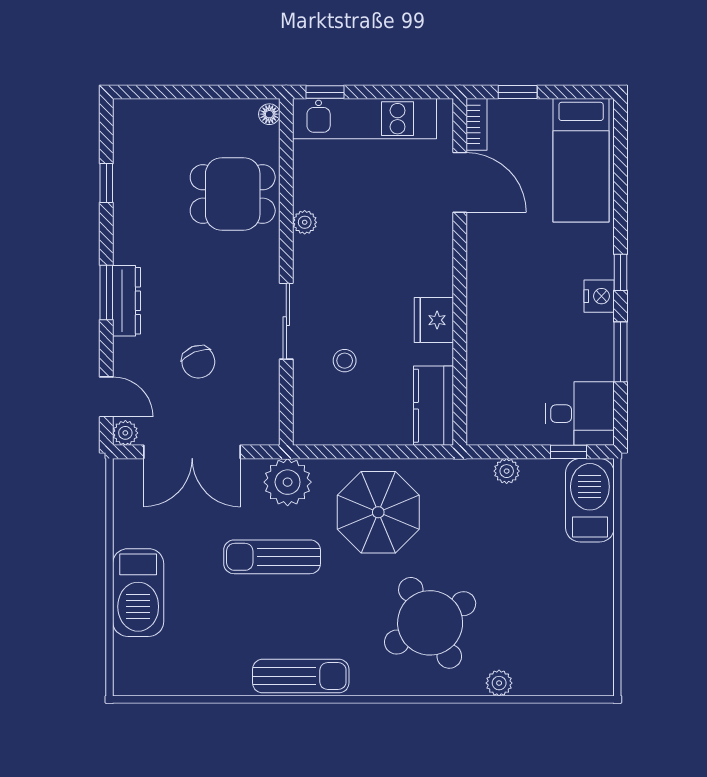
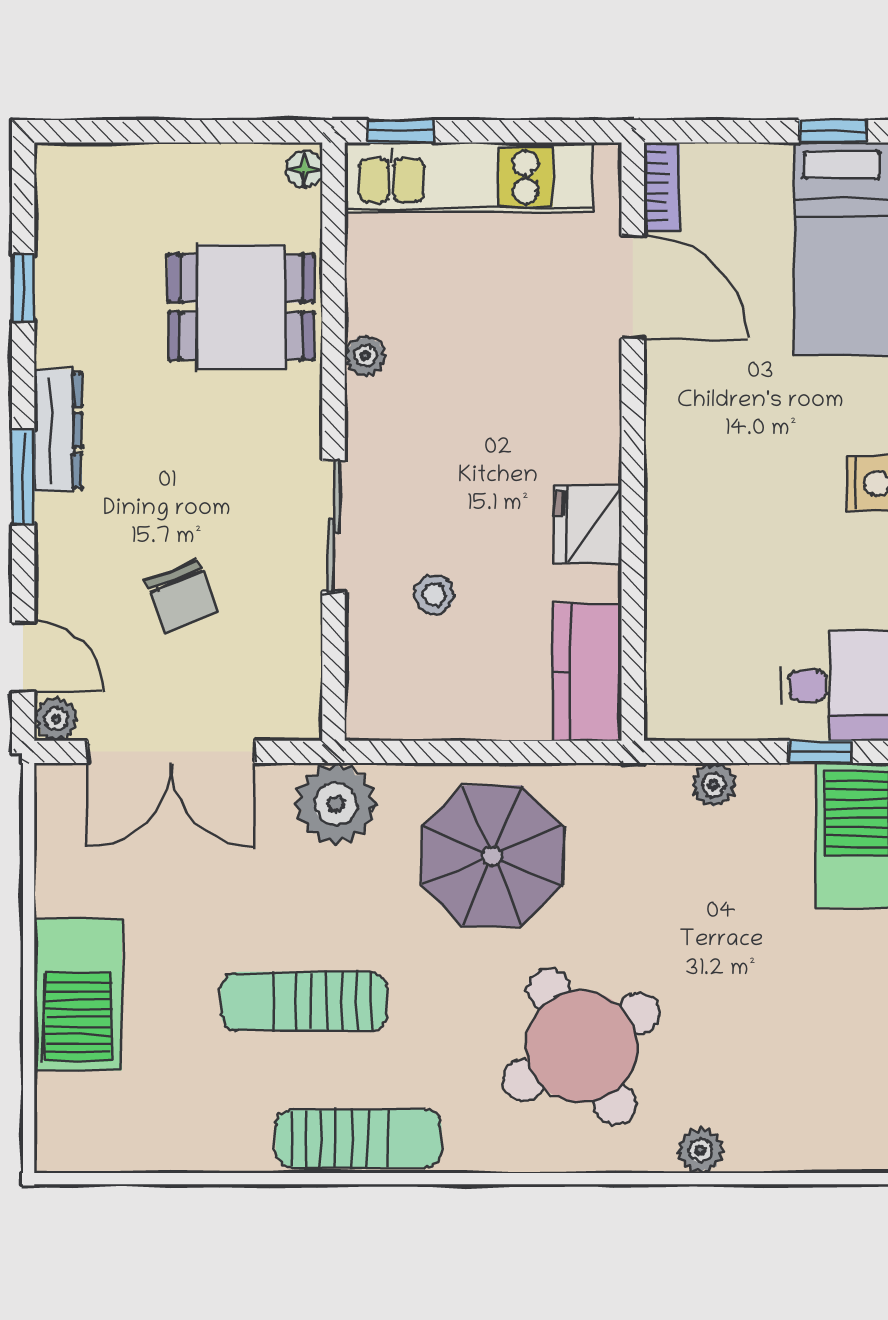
window: (518, 92) -> (833, 131), moved
dresser: (127, 301) -> (58, 430), moved
sun lounger: (272, 557) -> (304, 1001), moved

